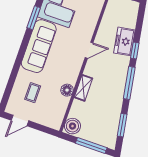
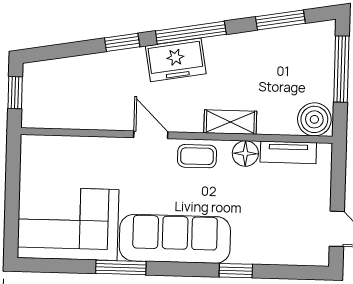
freezer: (124, 41) -> (176, 60), moved
window: (16, 69) -> (236, 271), added
coffee table: (33, 93) -> (197, 156), moved
tv unit: (61, 110) -> (288, 152), added

